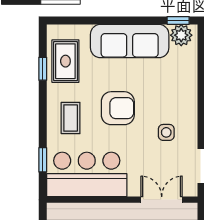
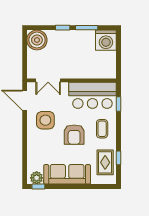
armchair: (118, 108) -> (74, 135), turned -90
side table: (166, 132) -> (45, 120), width x1.87, depth x1.87

